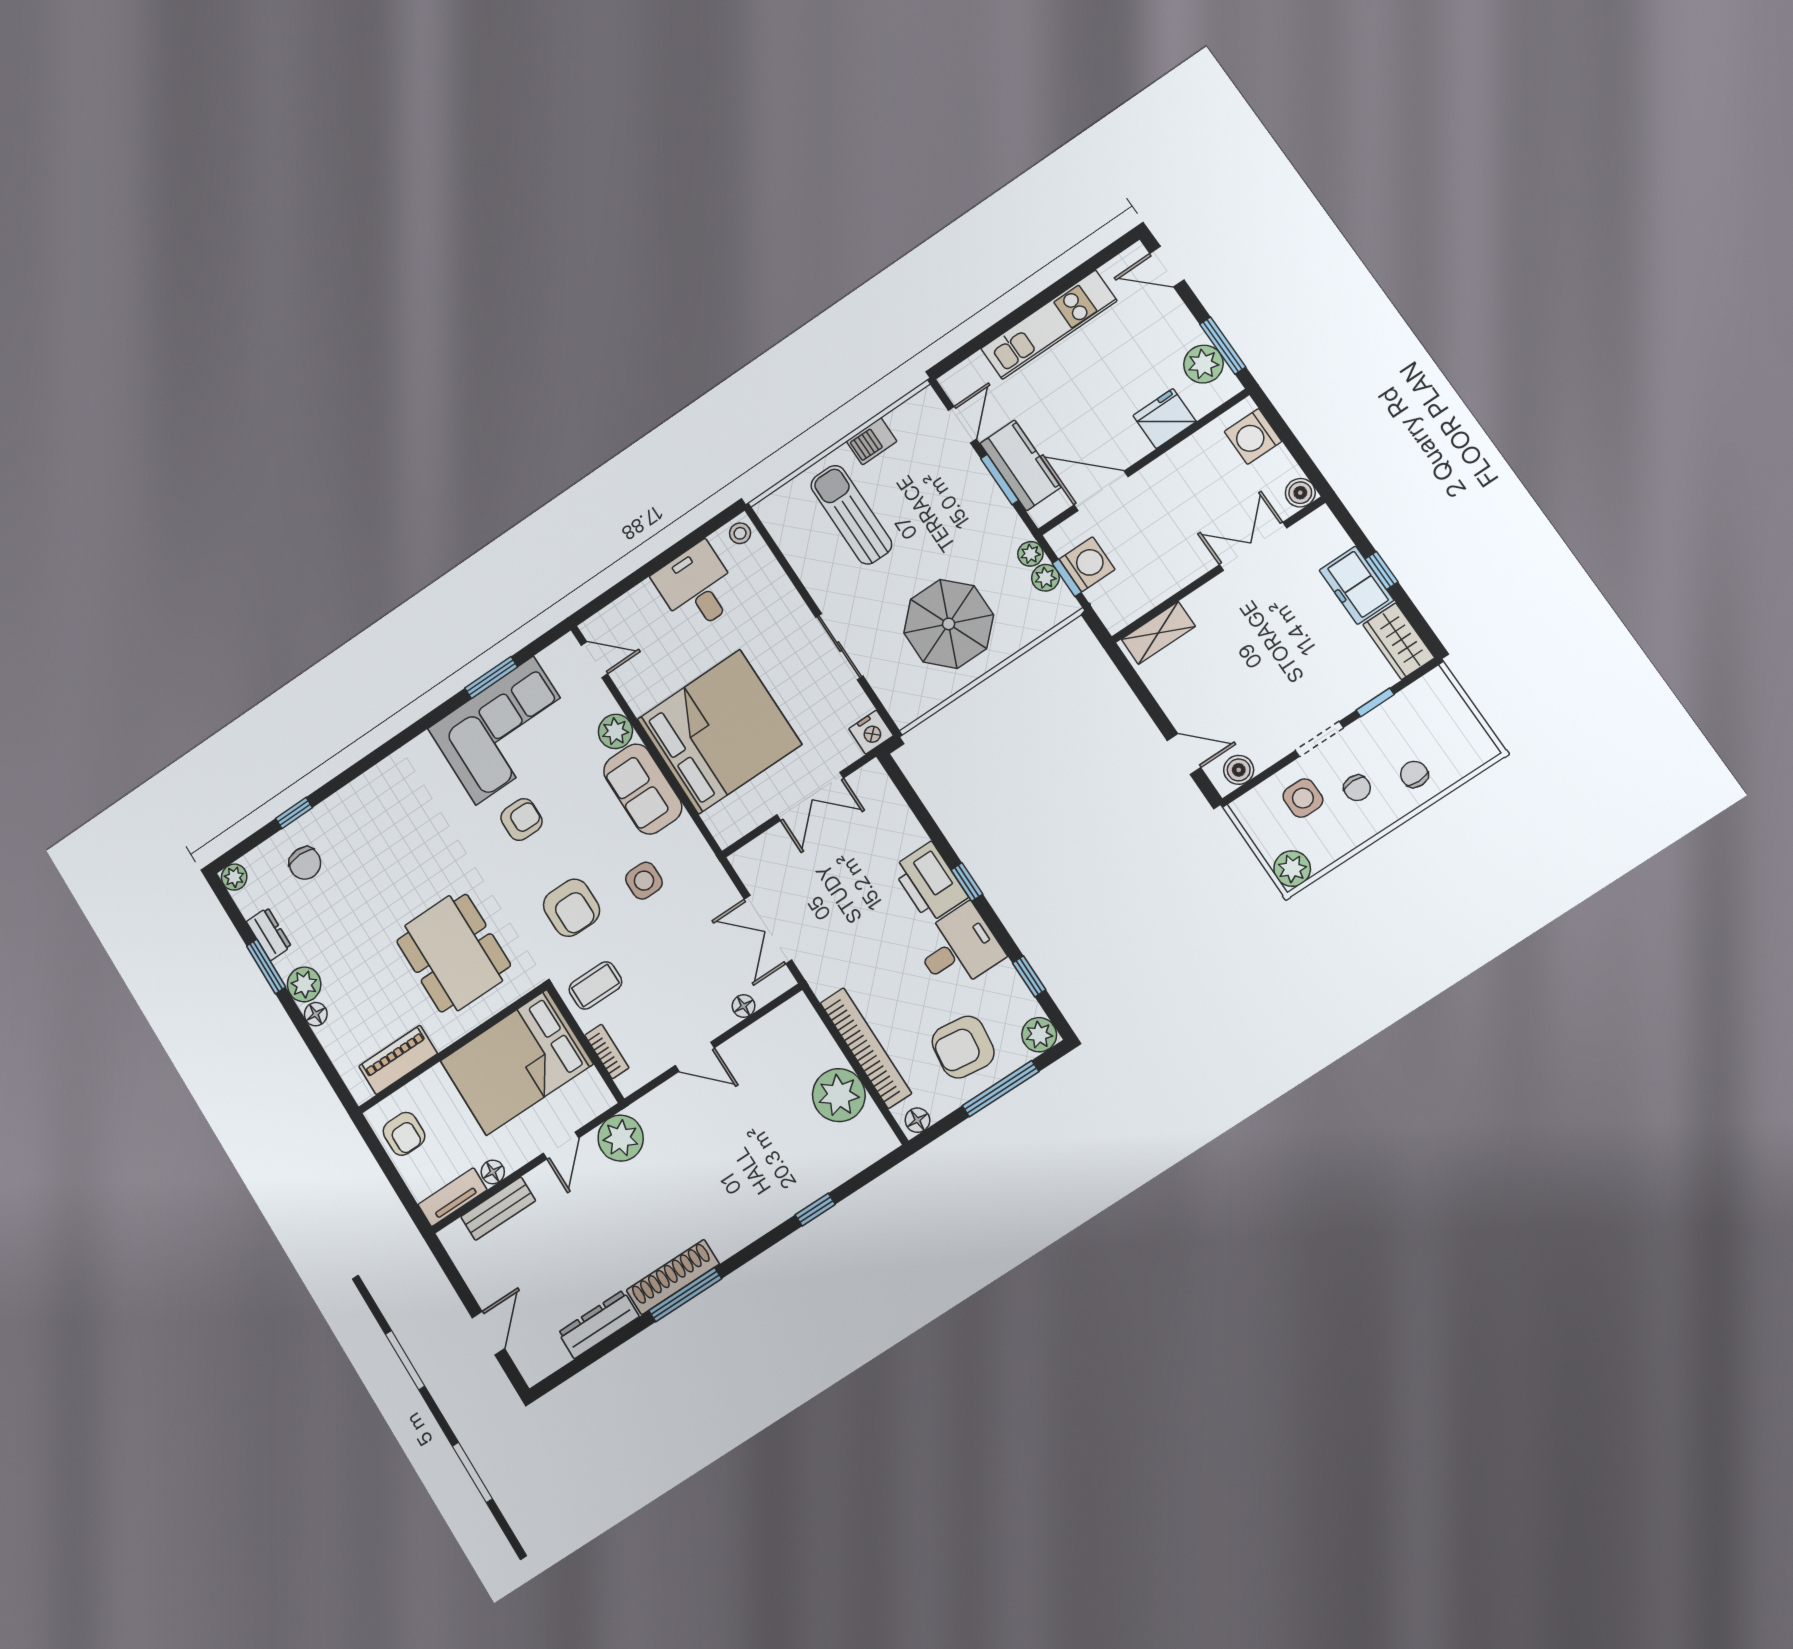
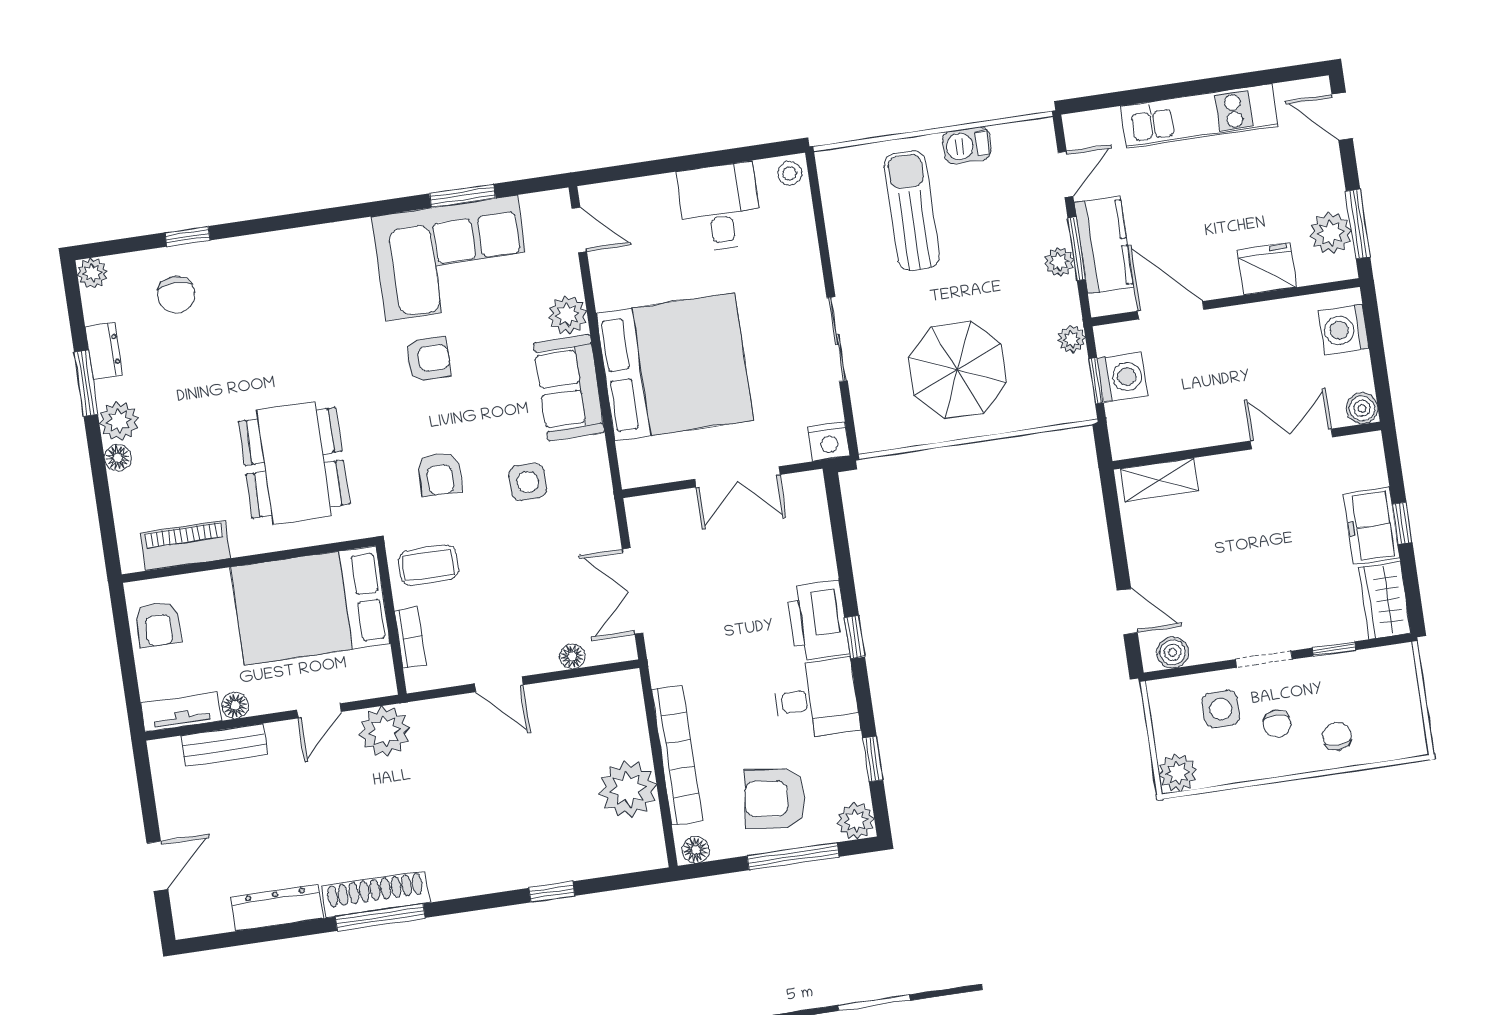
plant: (1045, 578) -> (1059, 262), moved
armchair: (572, 908) -> (440, 474), width x0.72, depth x0.72

